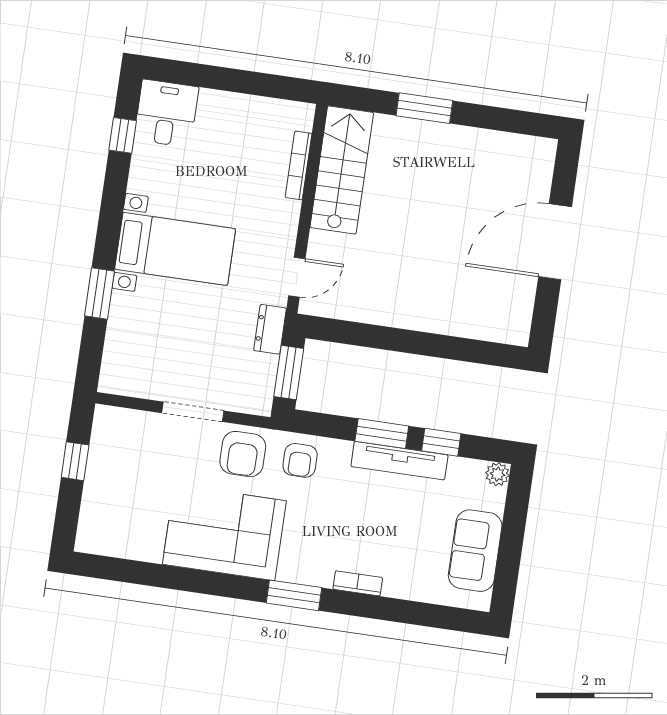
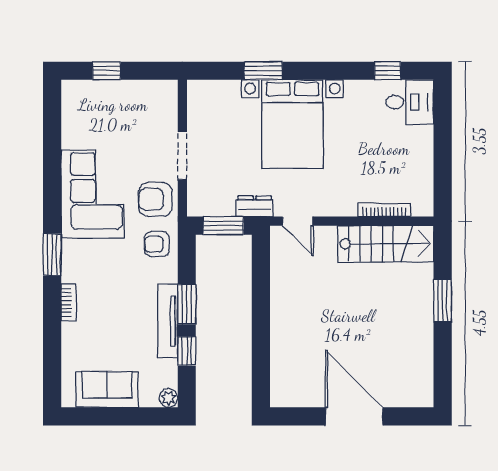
bed with nightstands: (175, 249) -> (292, 124), width x1.36
window: (75, 461) -> (107, 71), moved

